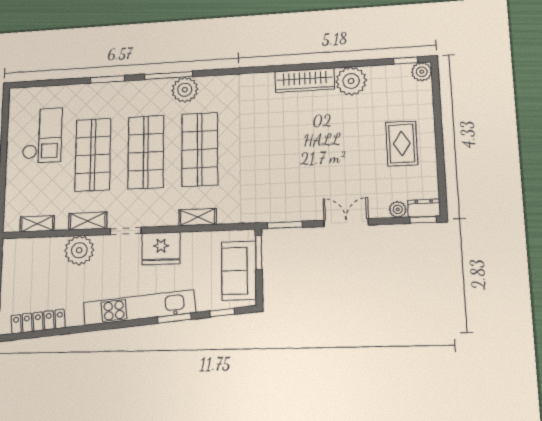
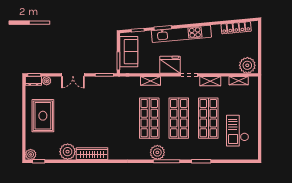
rug: (402, 144) -> (43, 116), width x1.36, depth x1.43
plant: (79, 250) -> (247, 65), moved

